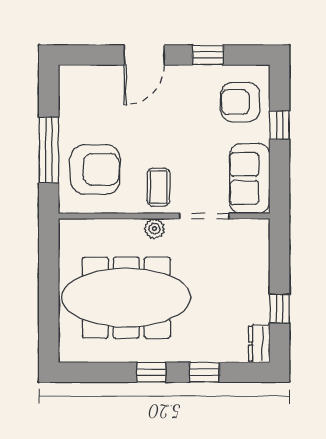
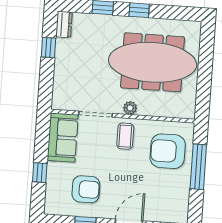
armchair: (240, 102) -> (86, 189), moved

